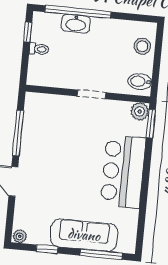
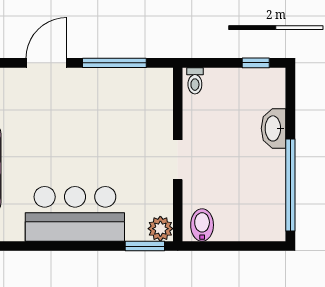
window: (78, 12) -> (290, 185), moved
stool: (142, 46) -> (251, 224), removed
toilet: (39, 49) -> (195, 81), moved

